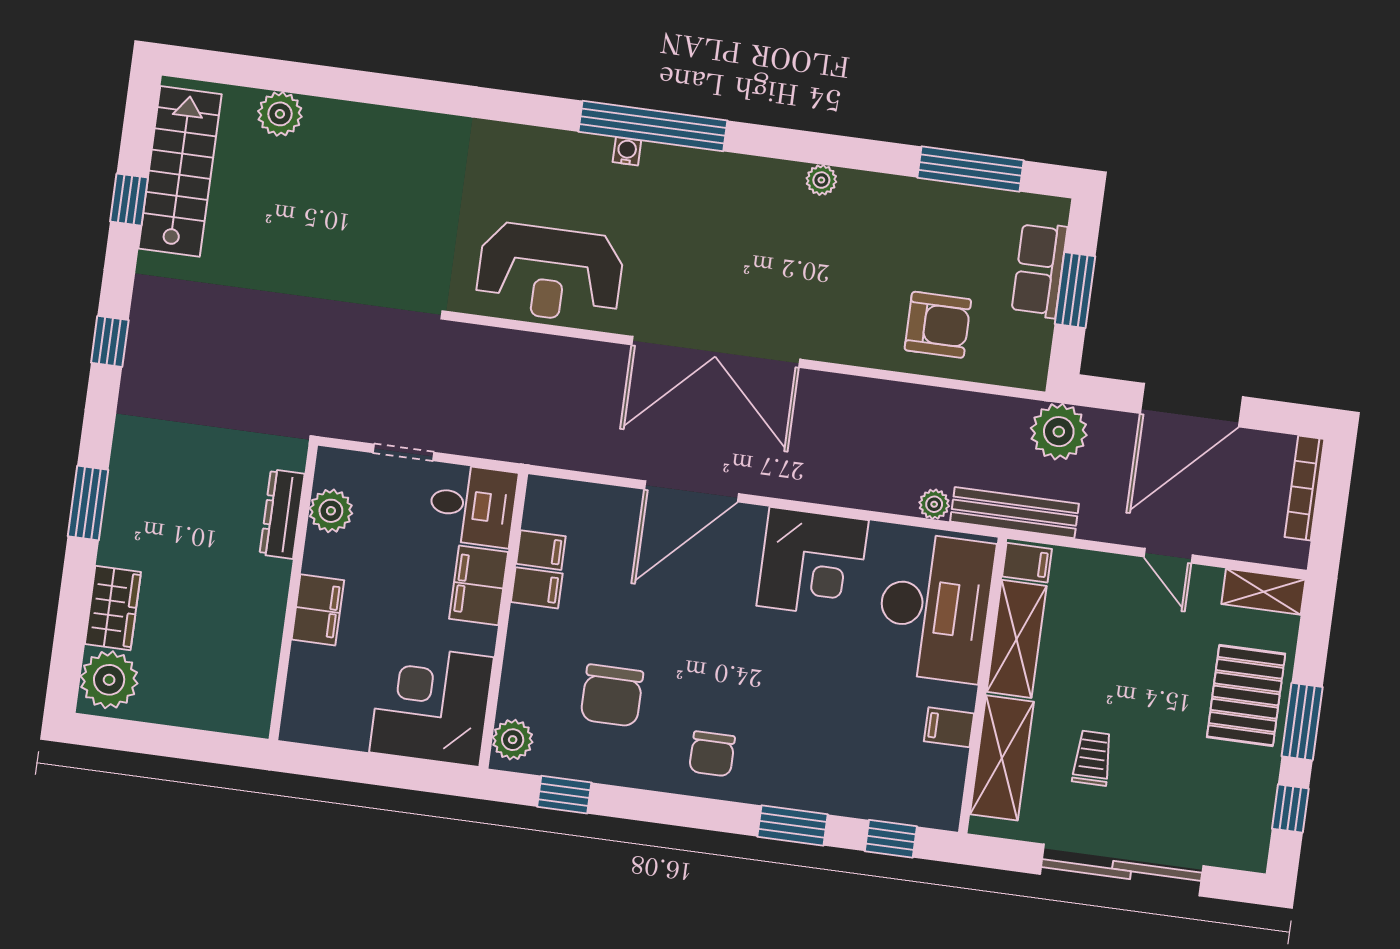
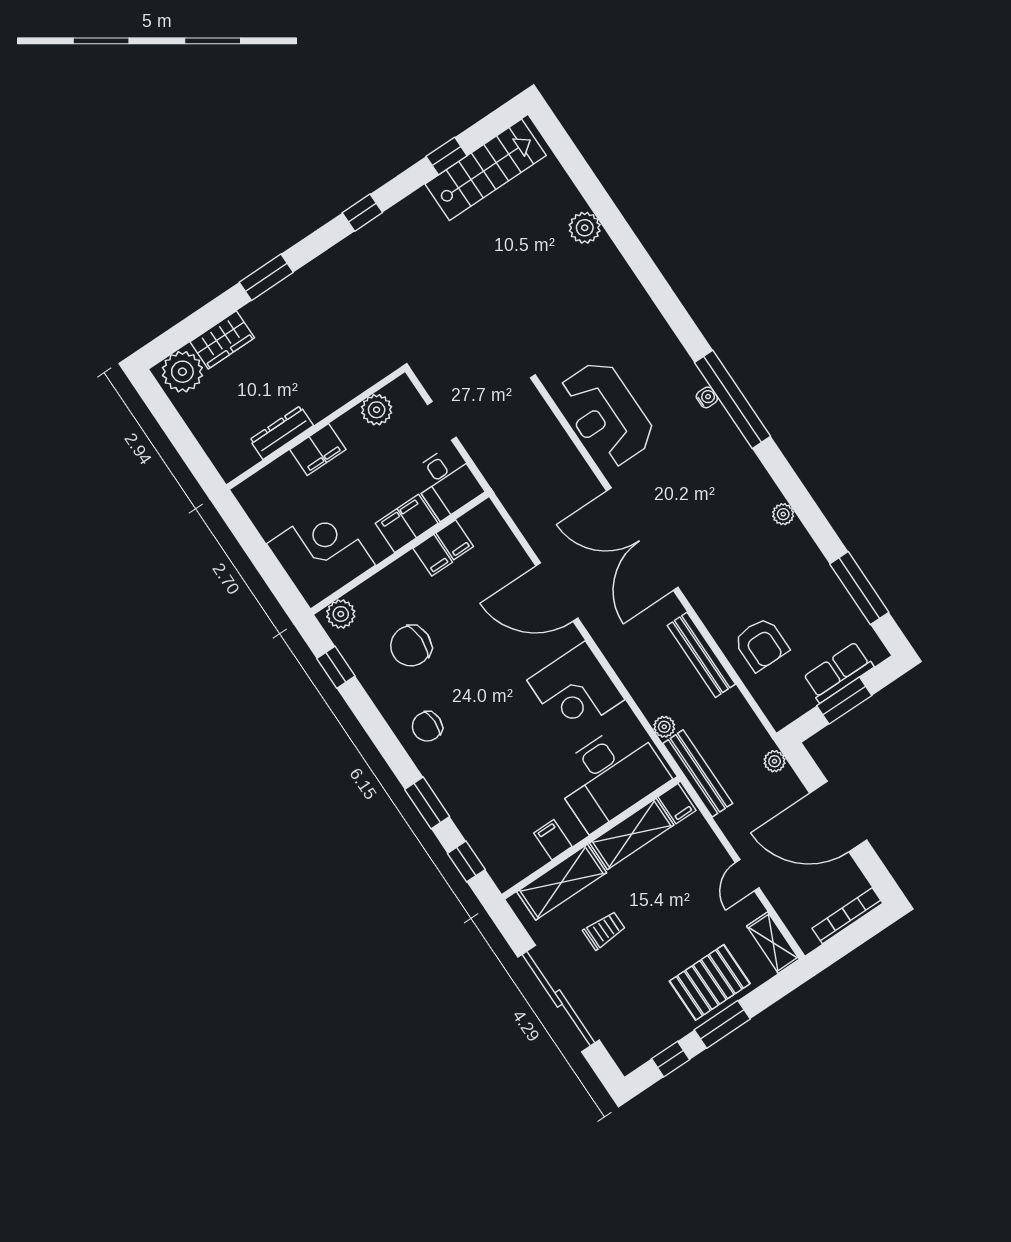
plant: (280, 114) -> (585, 228), moved
bench: (893, 398) -> (701, 655), added
plant: (1059, 432) -> (775, 761), width x0.53, depth x0.53
dresser: (282, 514) -> (282, 433), moved

